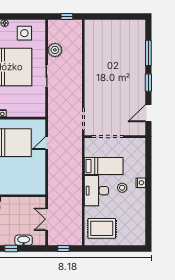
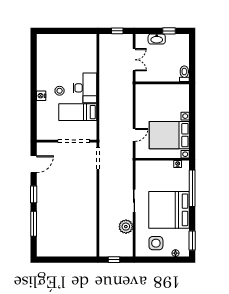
rug: (102, 228) -> (80, 51), removed

